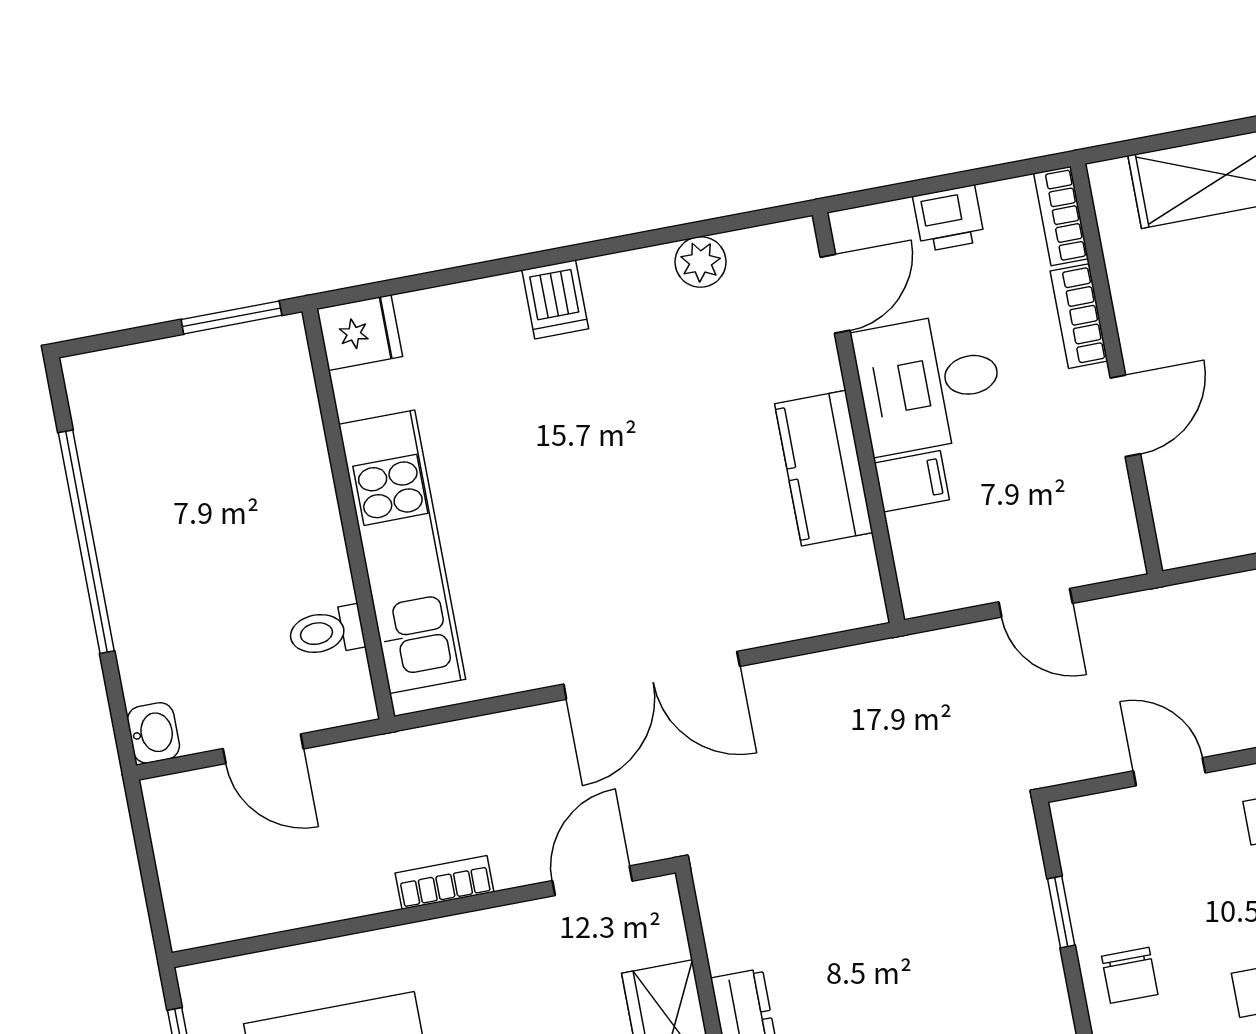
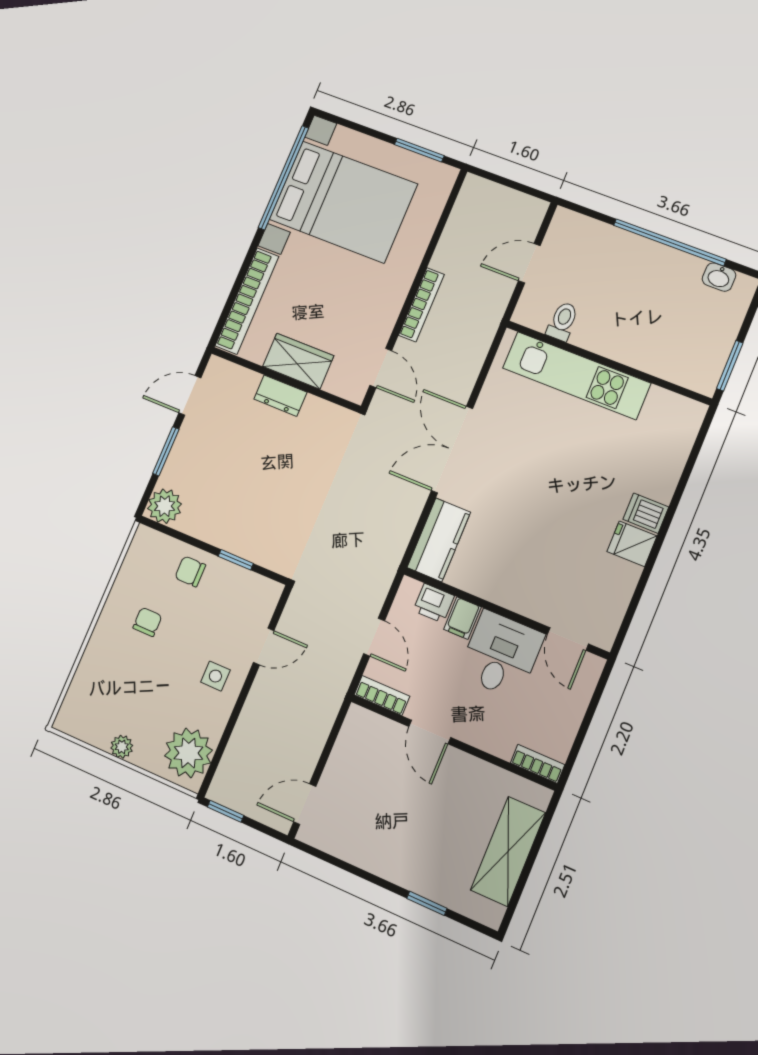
printer: (949, 218) -> (434, 603), moved, turned -90
plant: (701, 262) -> (621, 589), removed
bookcase: (1079, 316) -> (382, 696), moved
fridge: (360, 333) -> (632, 544), moved, turned 90
kitchen counter: (824, 468) -> (439, 540), moved, turned 90
door: (1036, 603) -> (374, 637), swing flipped
washbasin: (153, 733) -> (719, 277), moved
bookcase: (445, 882) -> (421, 305), width x1.56

